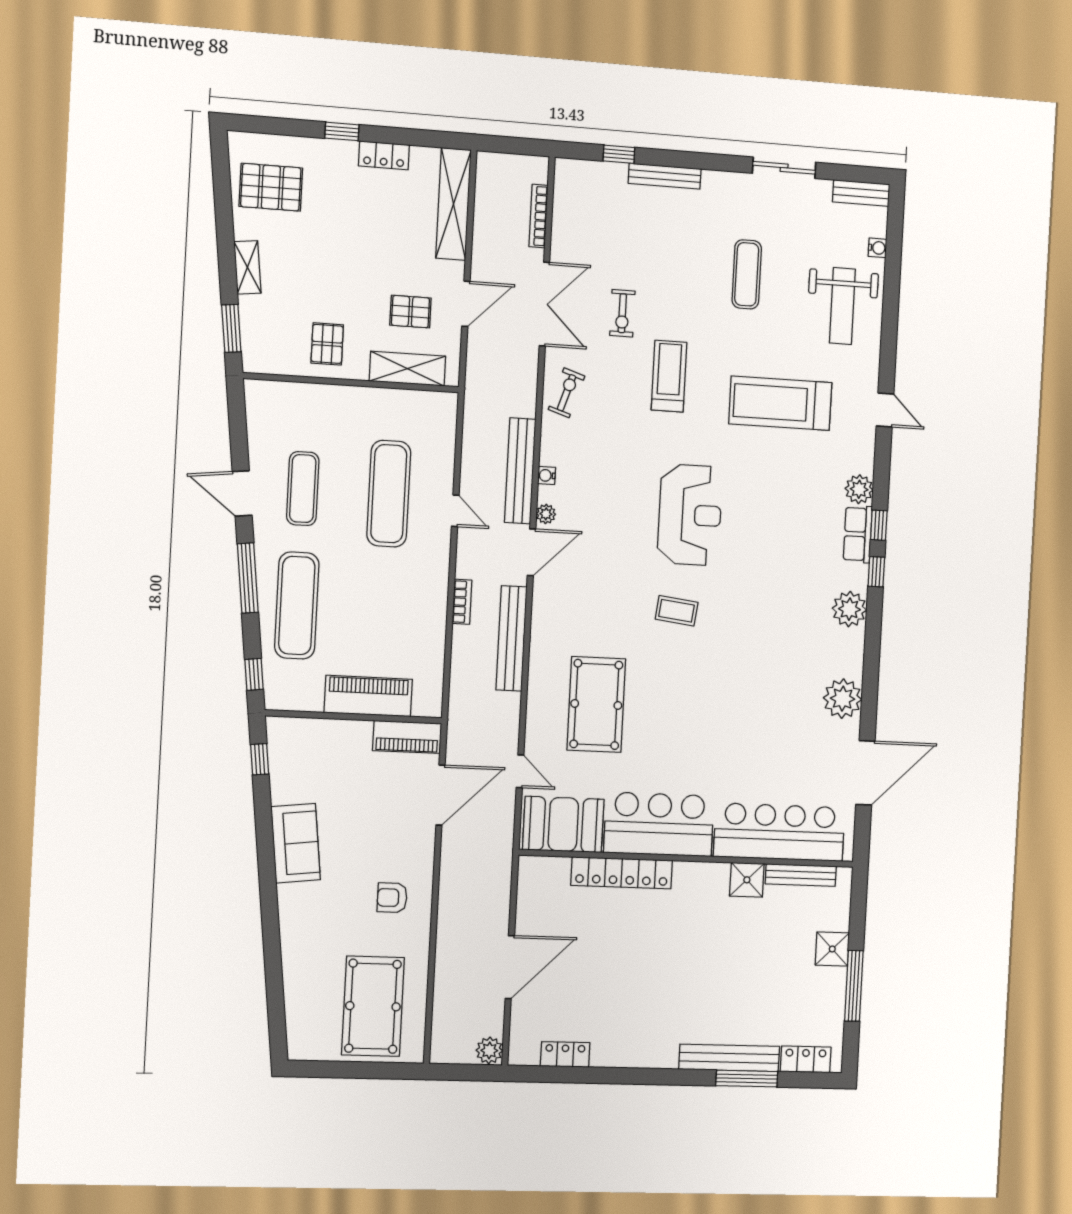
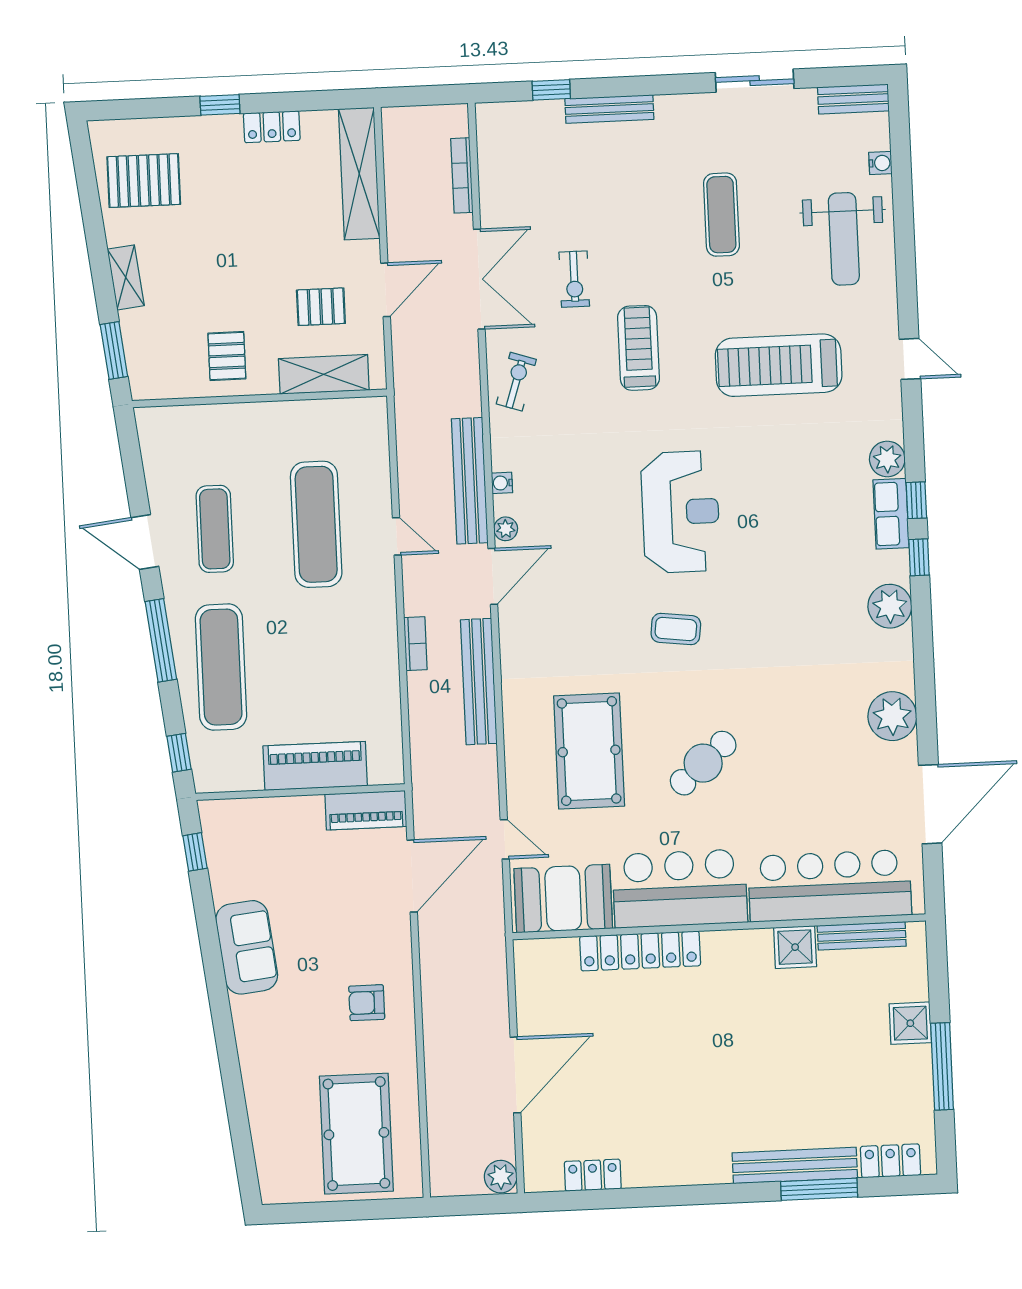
cafe table: (688, 723) -> (703, 763), added

